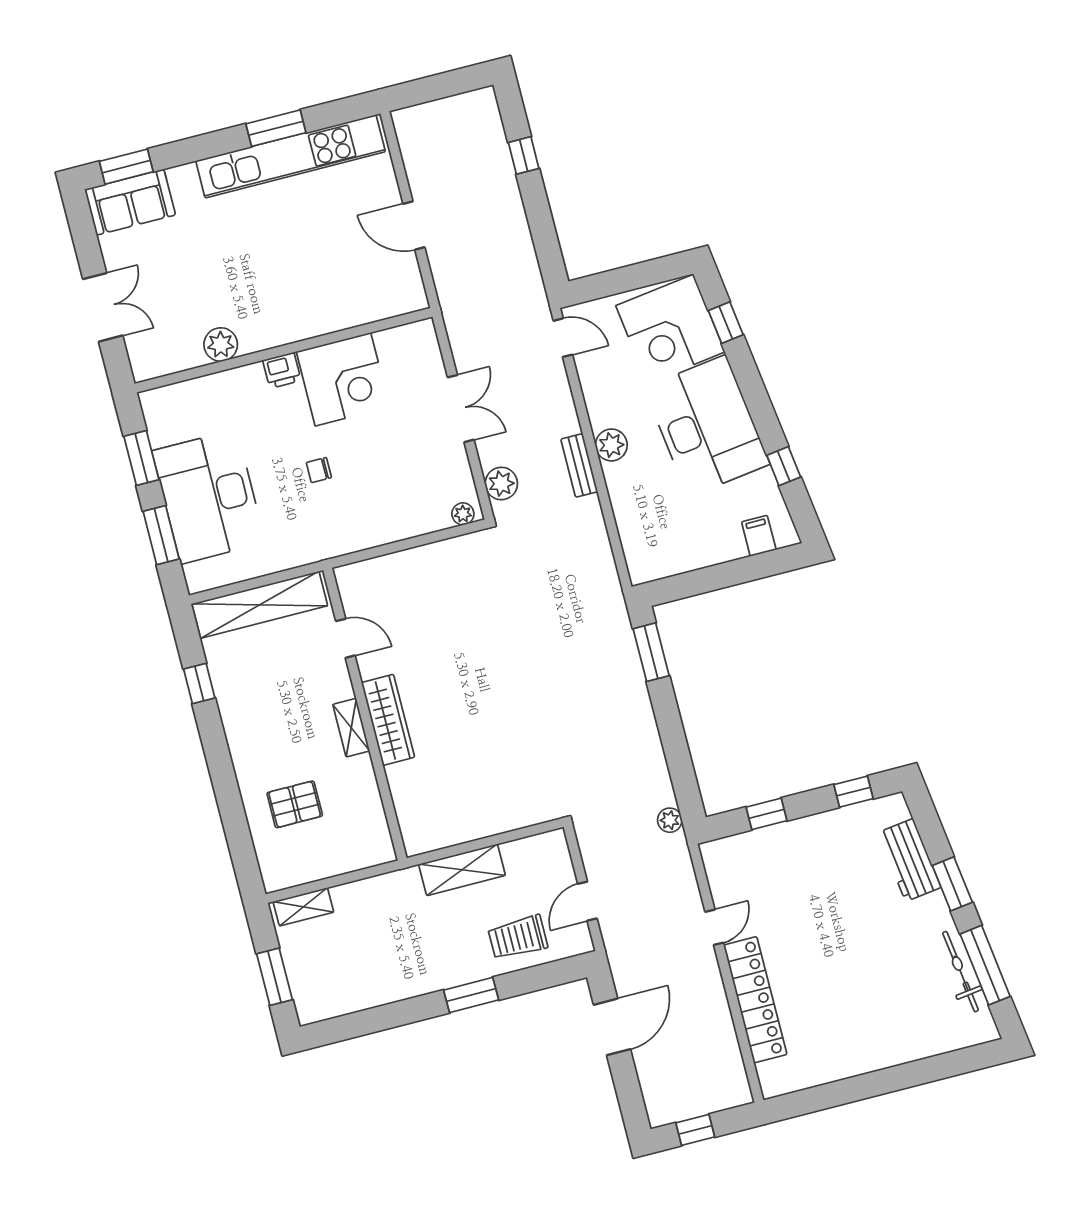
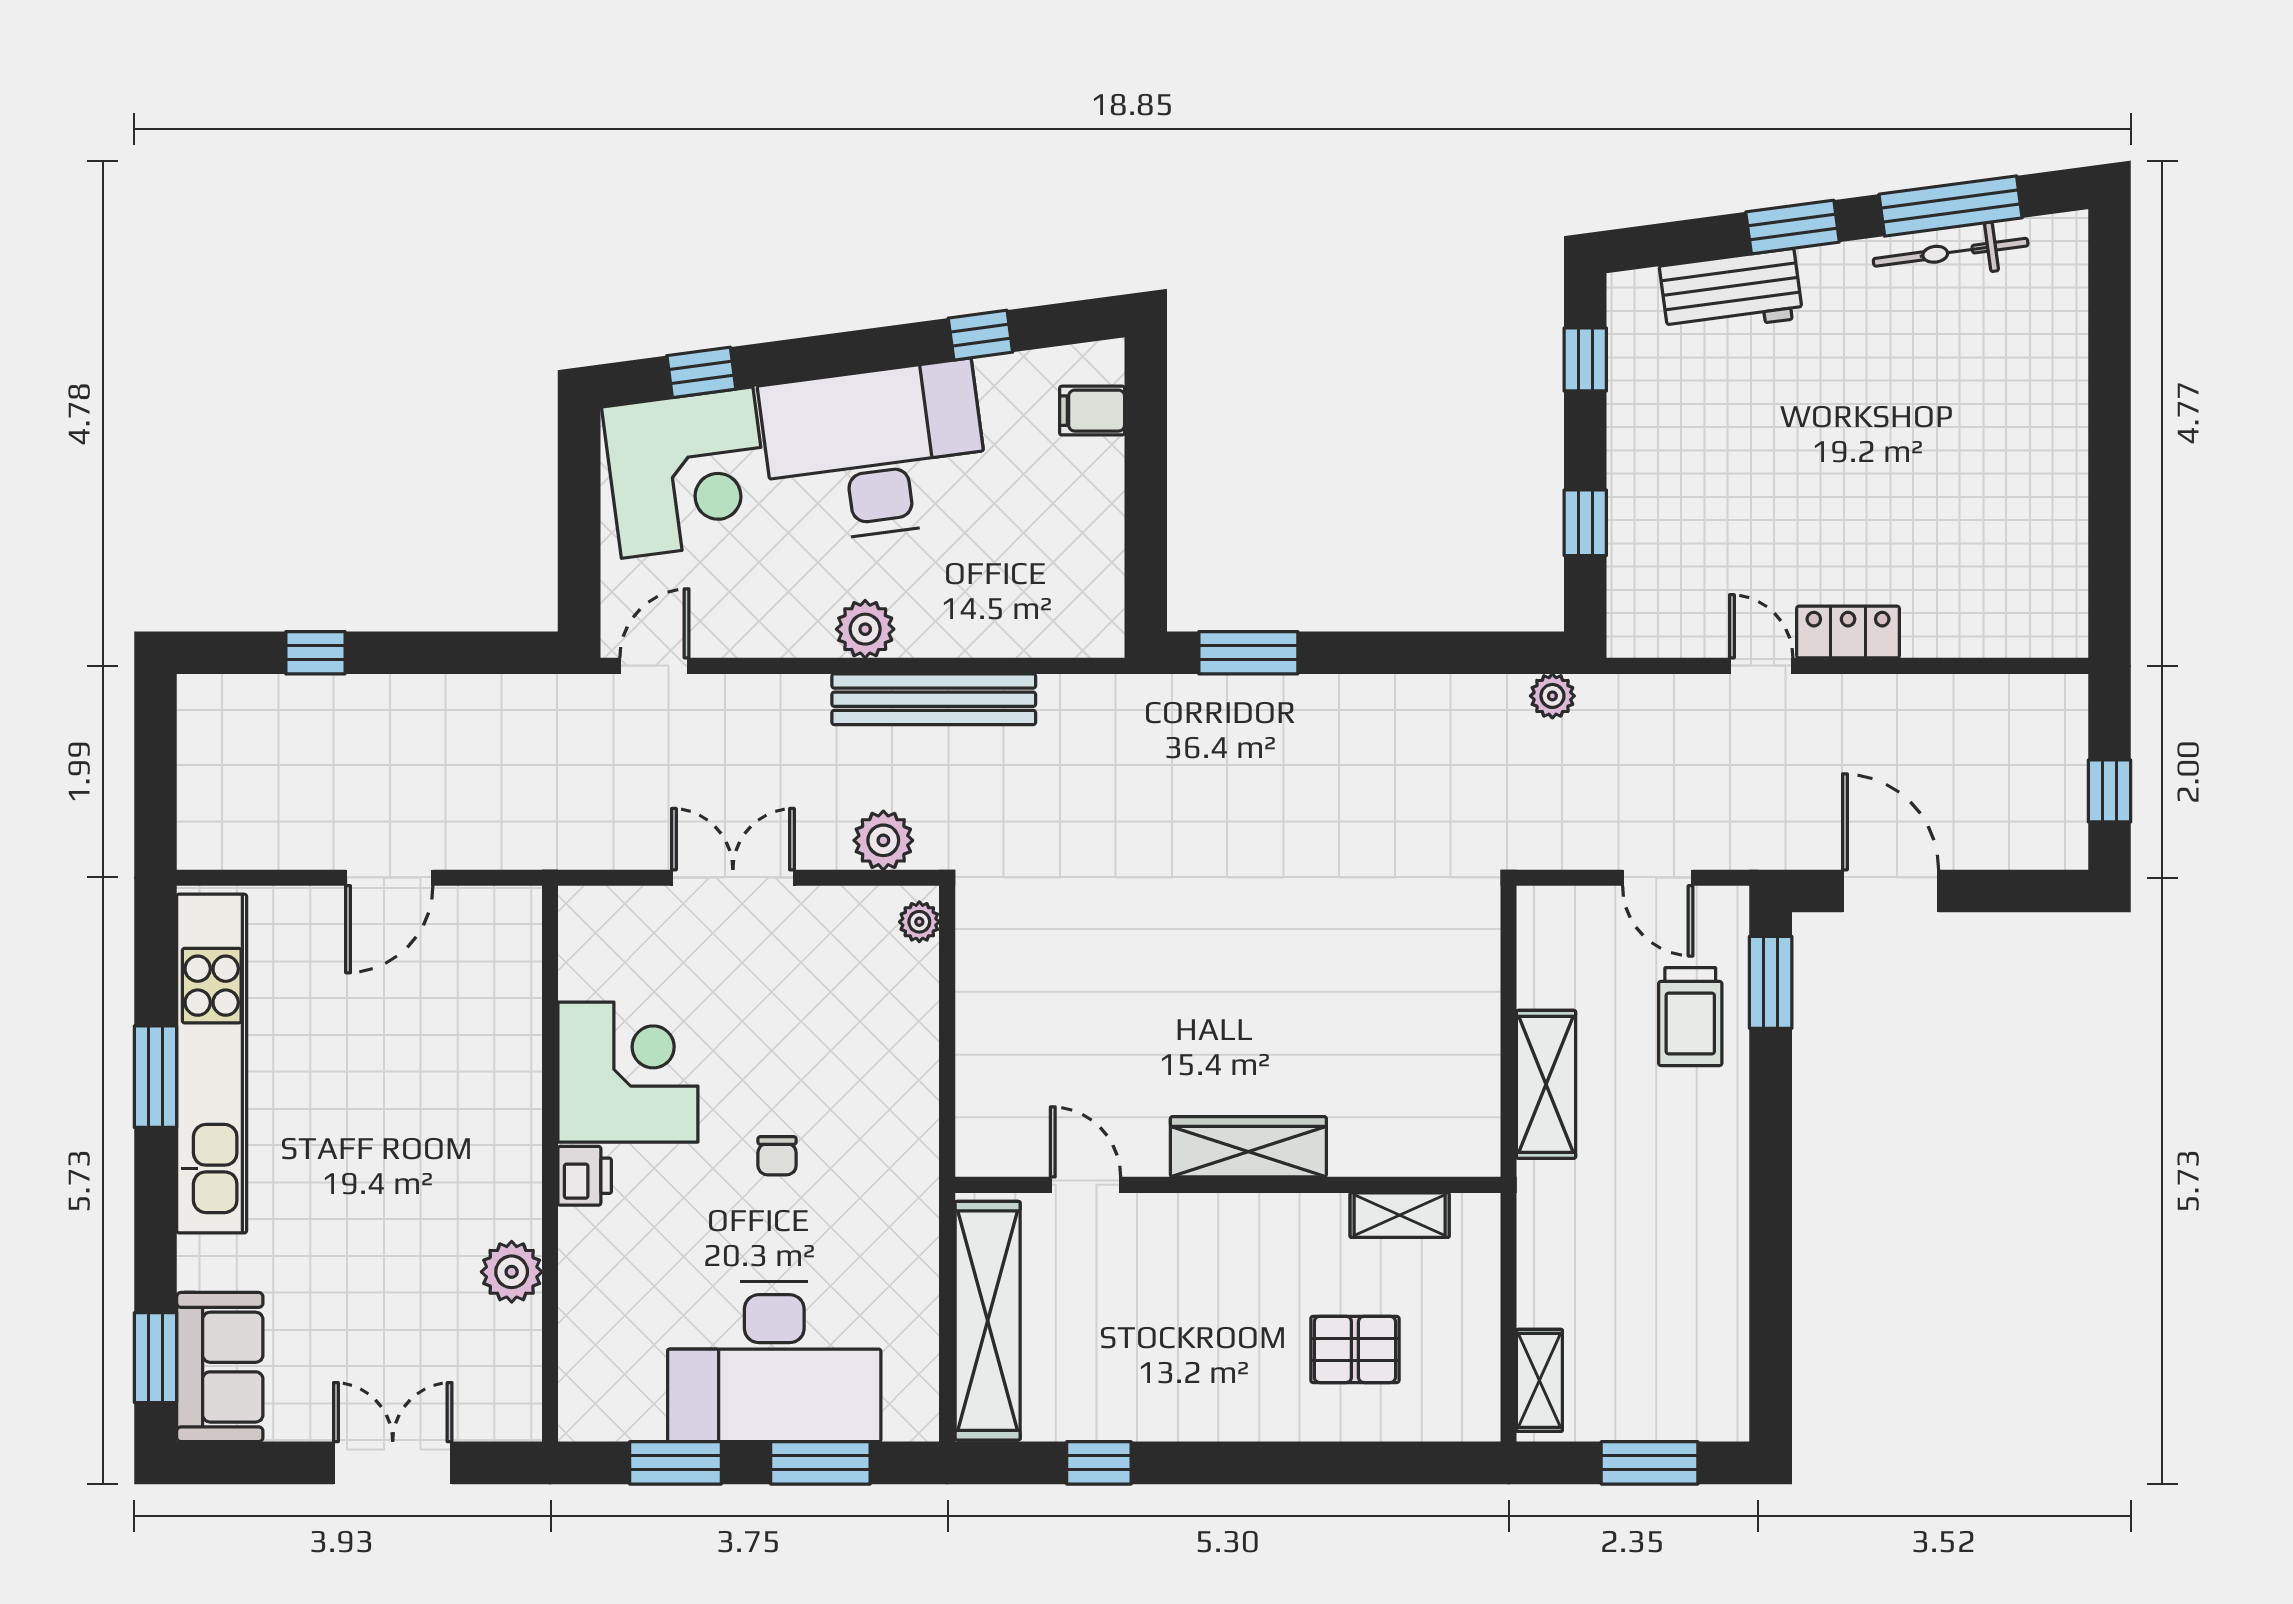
bench: (579, 465) -> (934, 699), width x1.86, depth x1.21
door: (345, 638) -> (1086, 1185), hinge flipped
shelving: (351, 728) -> (1400, 1215), moved
pallet: (295, 804) -> (1355, 1349), turned 90
window: (471, 995) -> (1771, 982), moved
locker: (755, 1000) -> (1848, 632), width x0.46, depth x0.83

